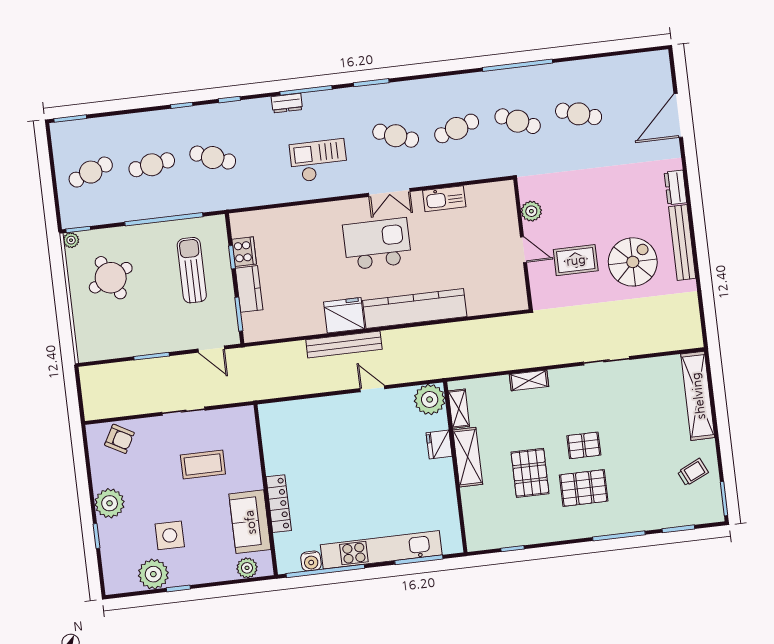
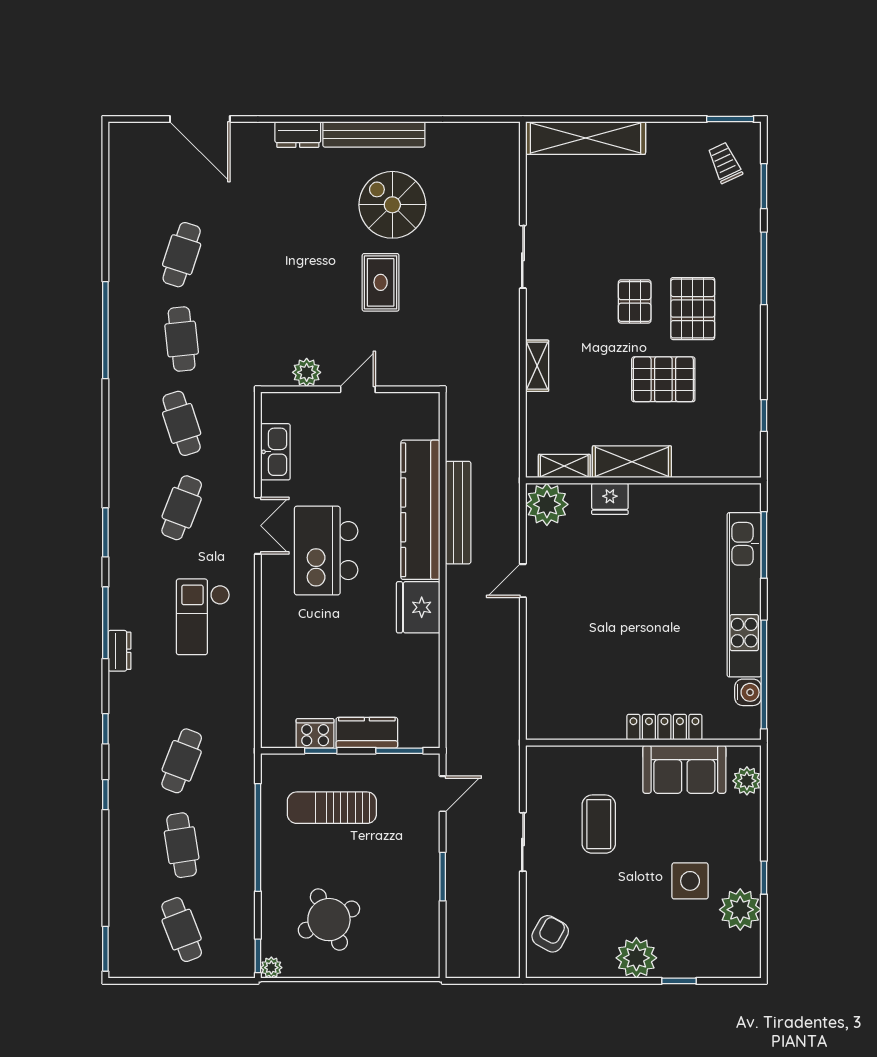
cafe table: (518, 121) -> (182, 339), turned -30
plant: (531, 211) -> (307, 372), moved
wall: (523, 244) -> (350, 389), moved
door: (524, 250) -> (358, 389), moved
bench: (344, 345) -> (458, 513), moved
trolley: (693, 472) -> (725, 163), moved

